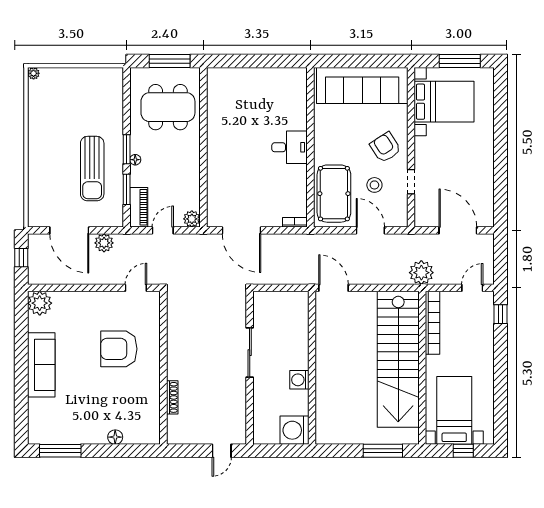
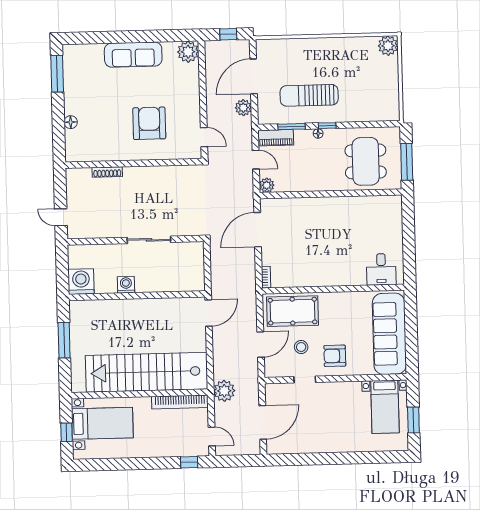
window: (460, 61) -> (413, 420), width x0.69
plant: (34, 73) -> (388, 46), width x1.87, depth x1.87
bed with nightstands: (444, 102) -> (385, 407), width x0.73
desk: (290, 147) -> (381, 269), moved
armchair: (385, 147) -> (335, 356), turned -147
window: (127, 149) -> (327, 126), width x0.67
window: (383, 451) -> (64, 340), moved

